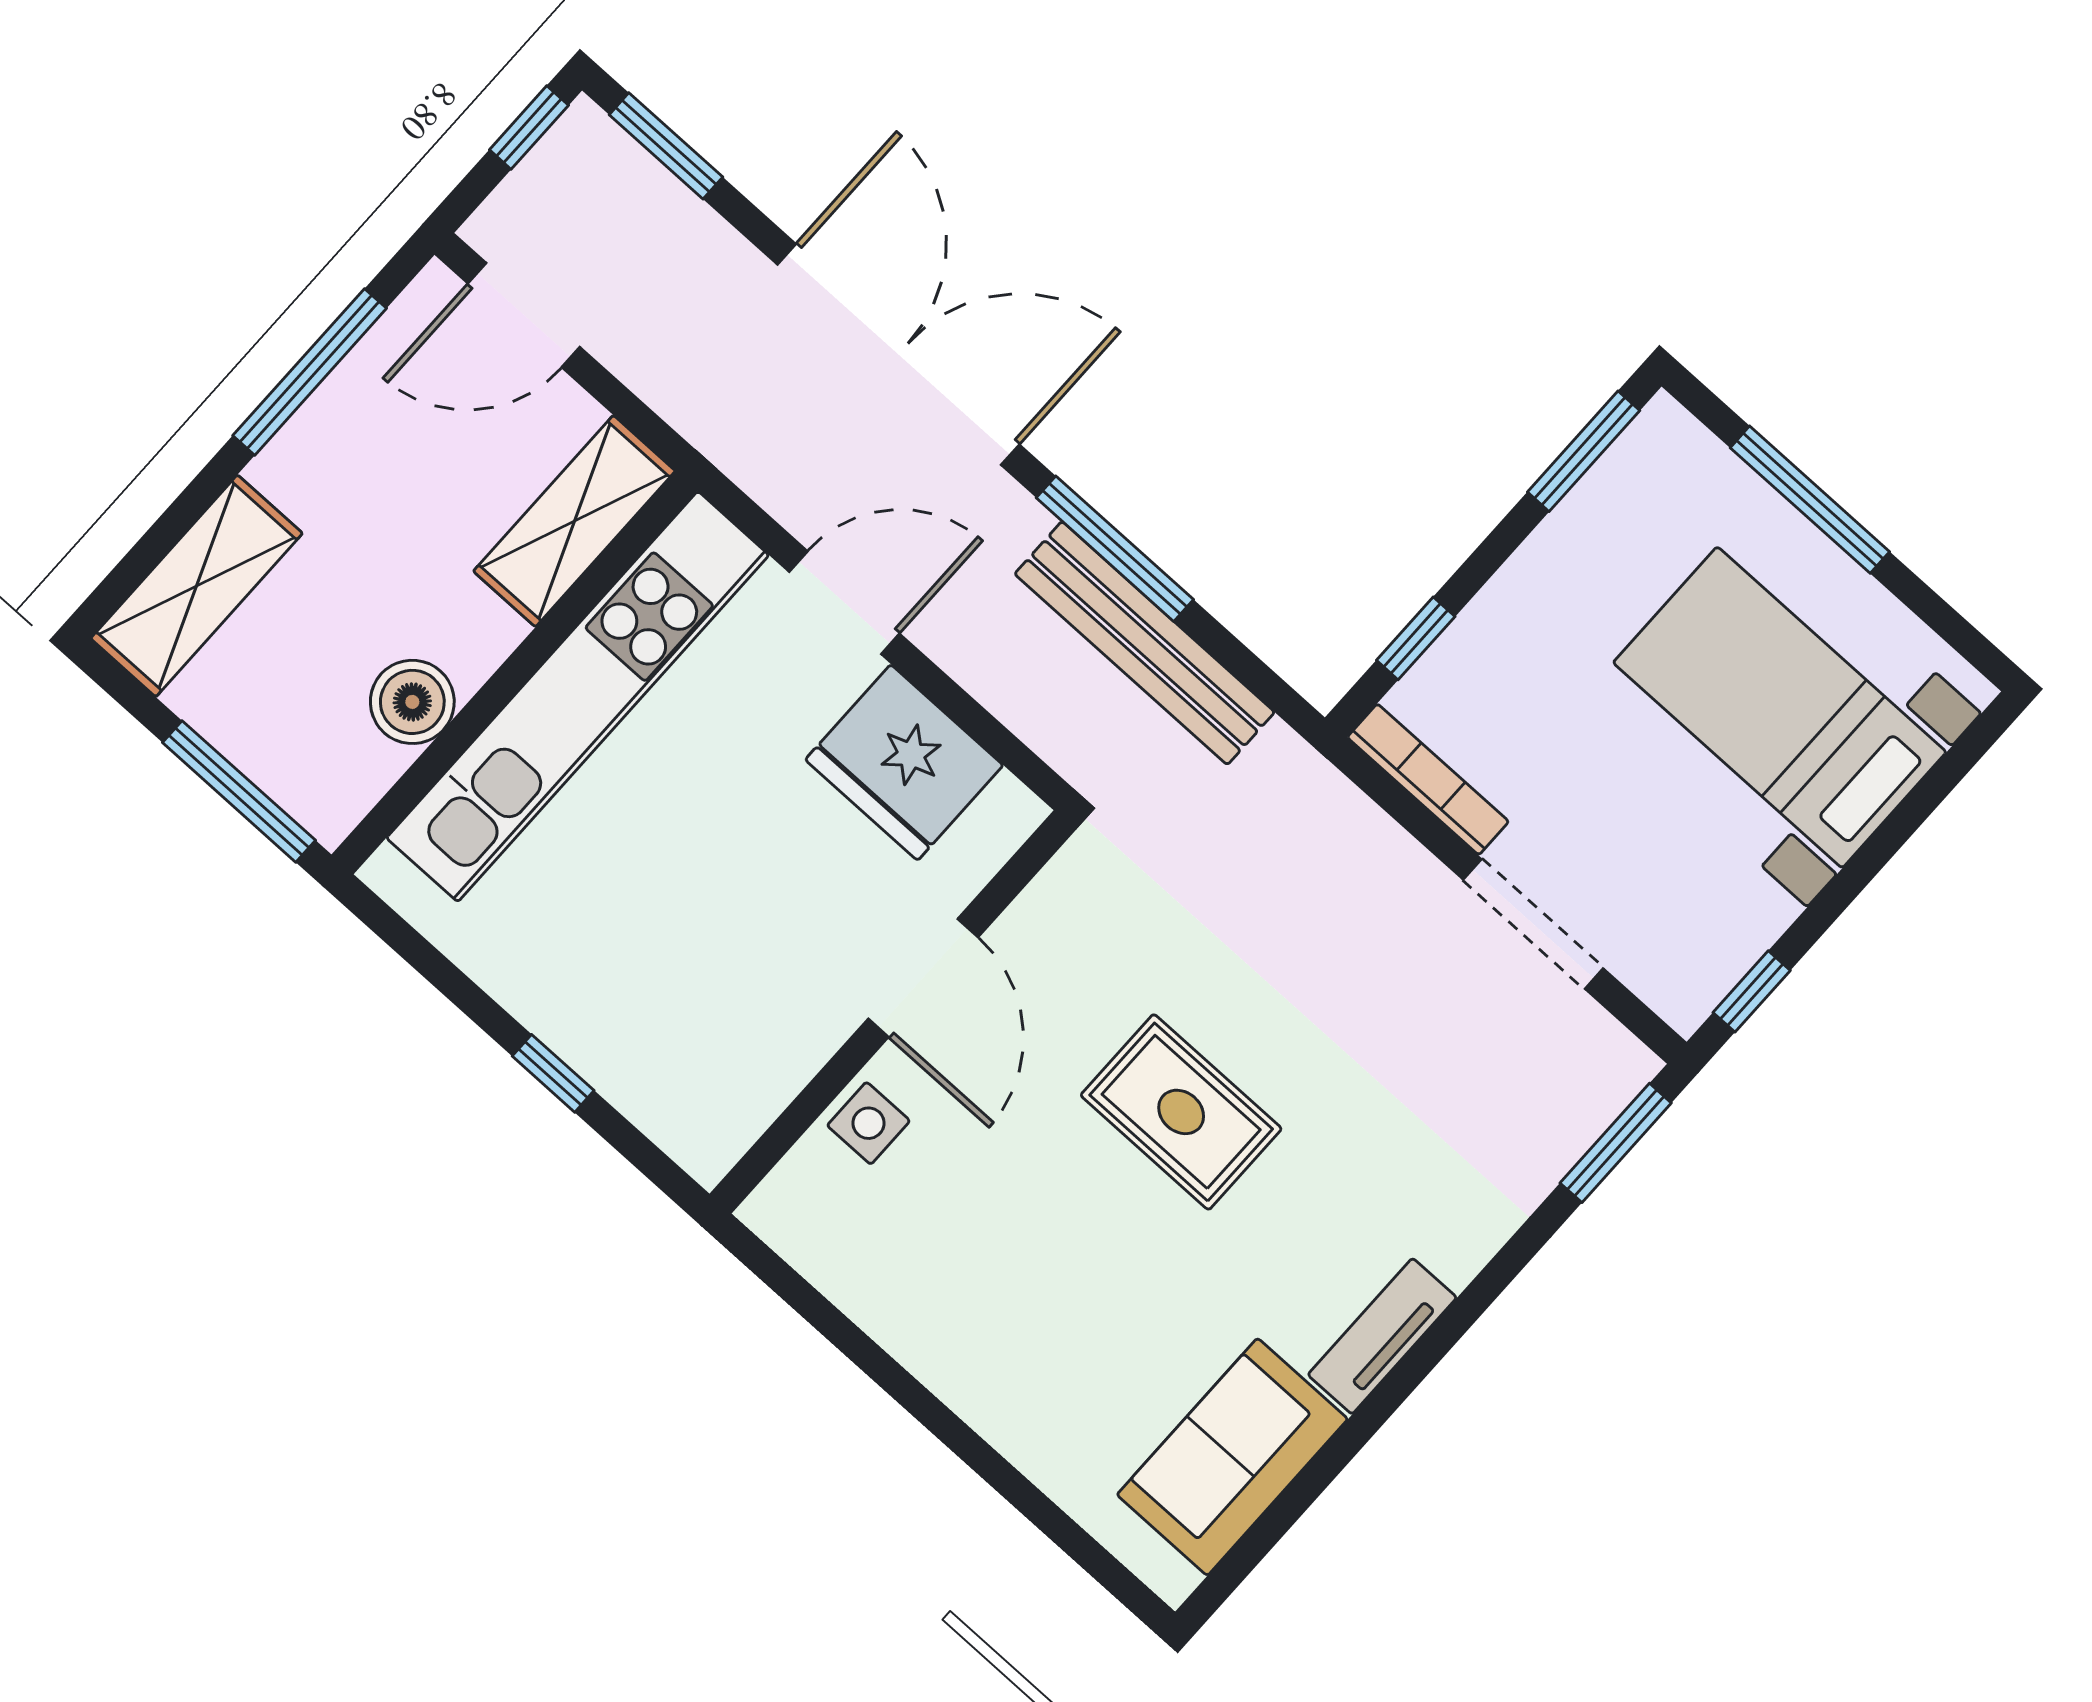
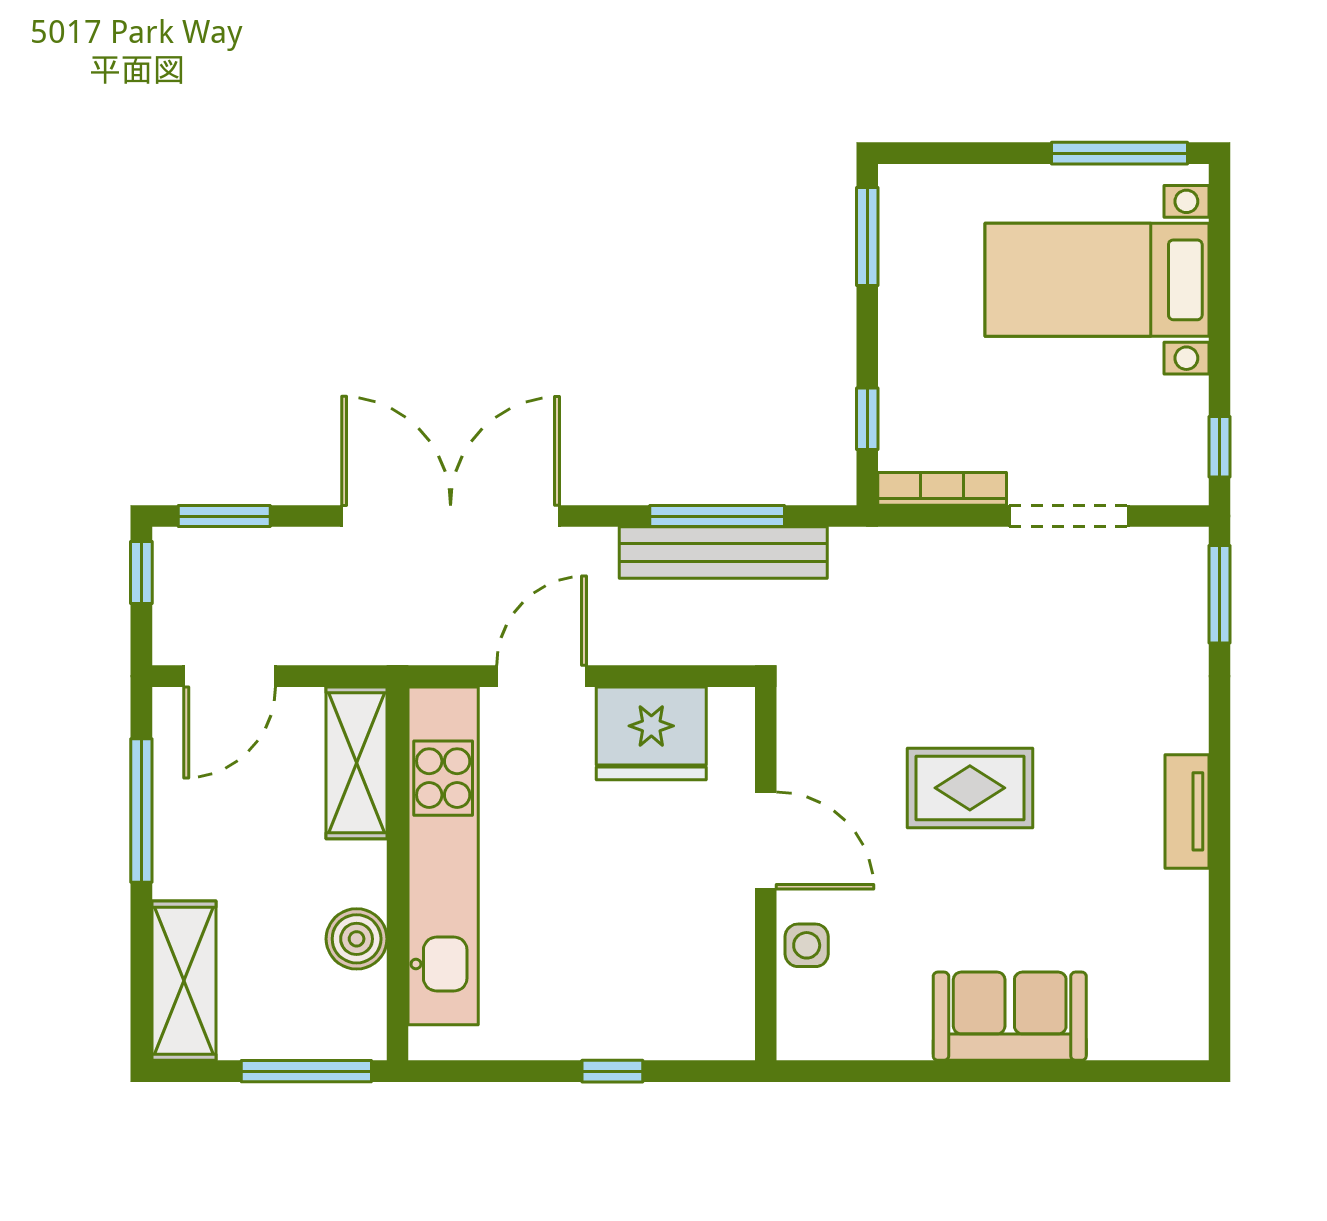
window: (1810, 500) -> (1120, 153), moved
window: (1115, 549) -> (717, 516), moved
sofa: (1232, 1457) -> (1010, 1016), moved, turned 90

